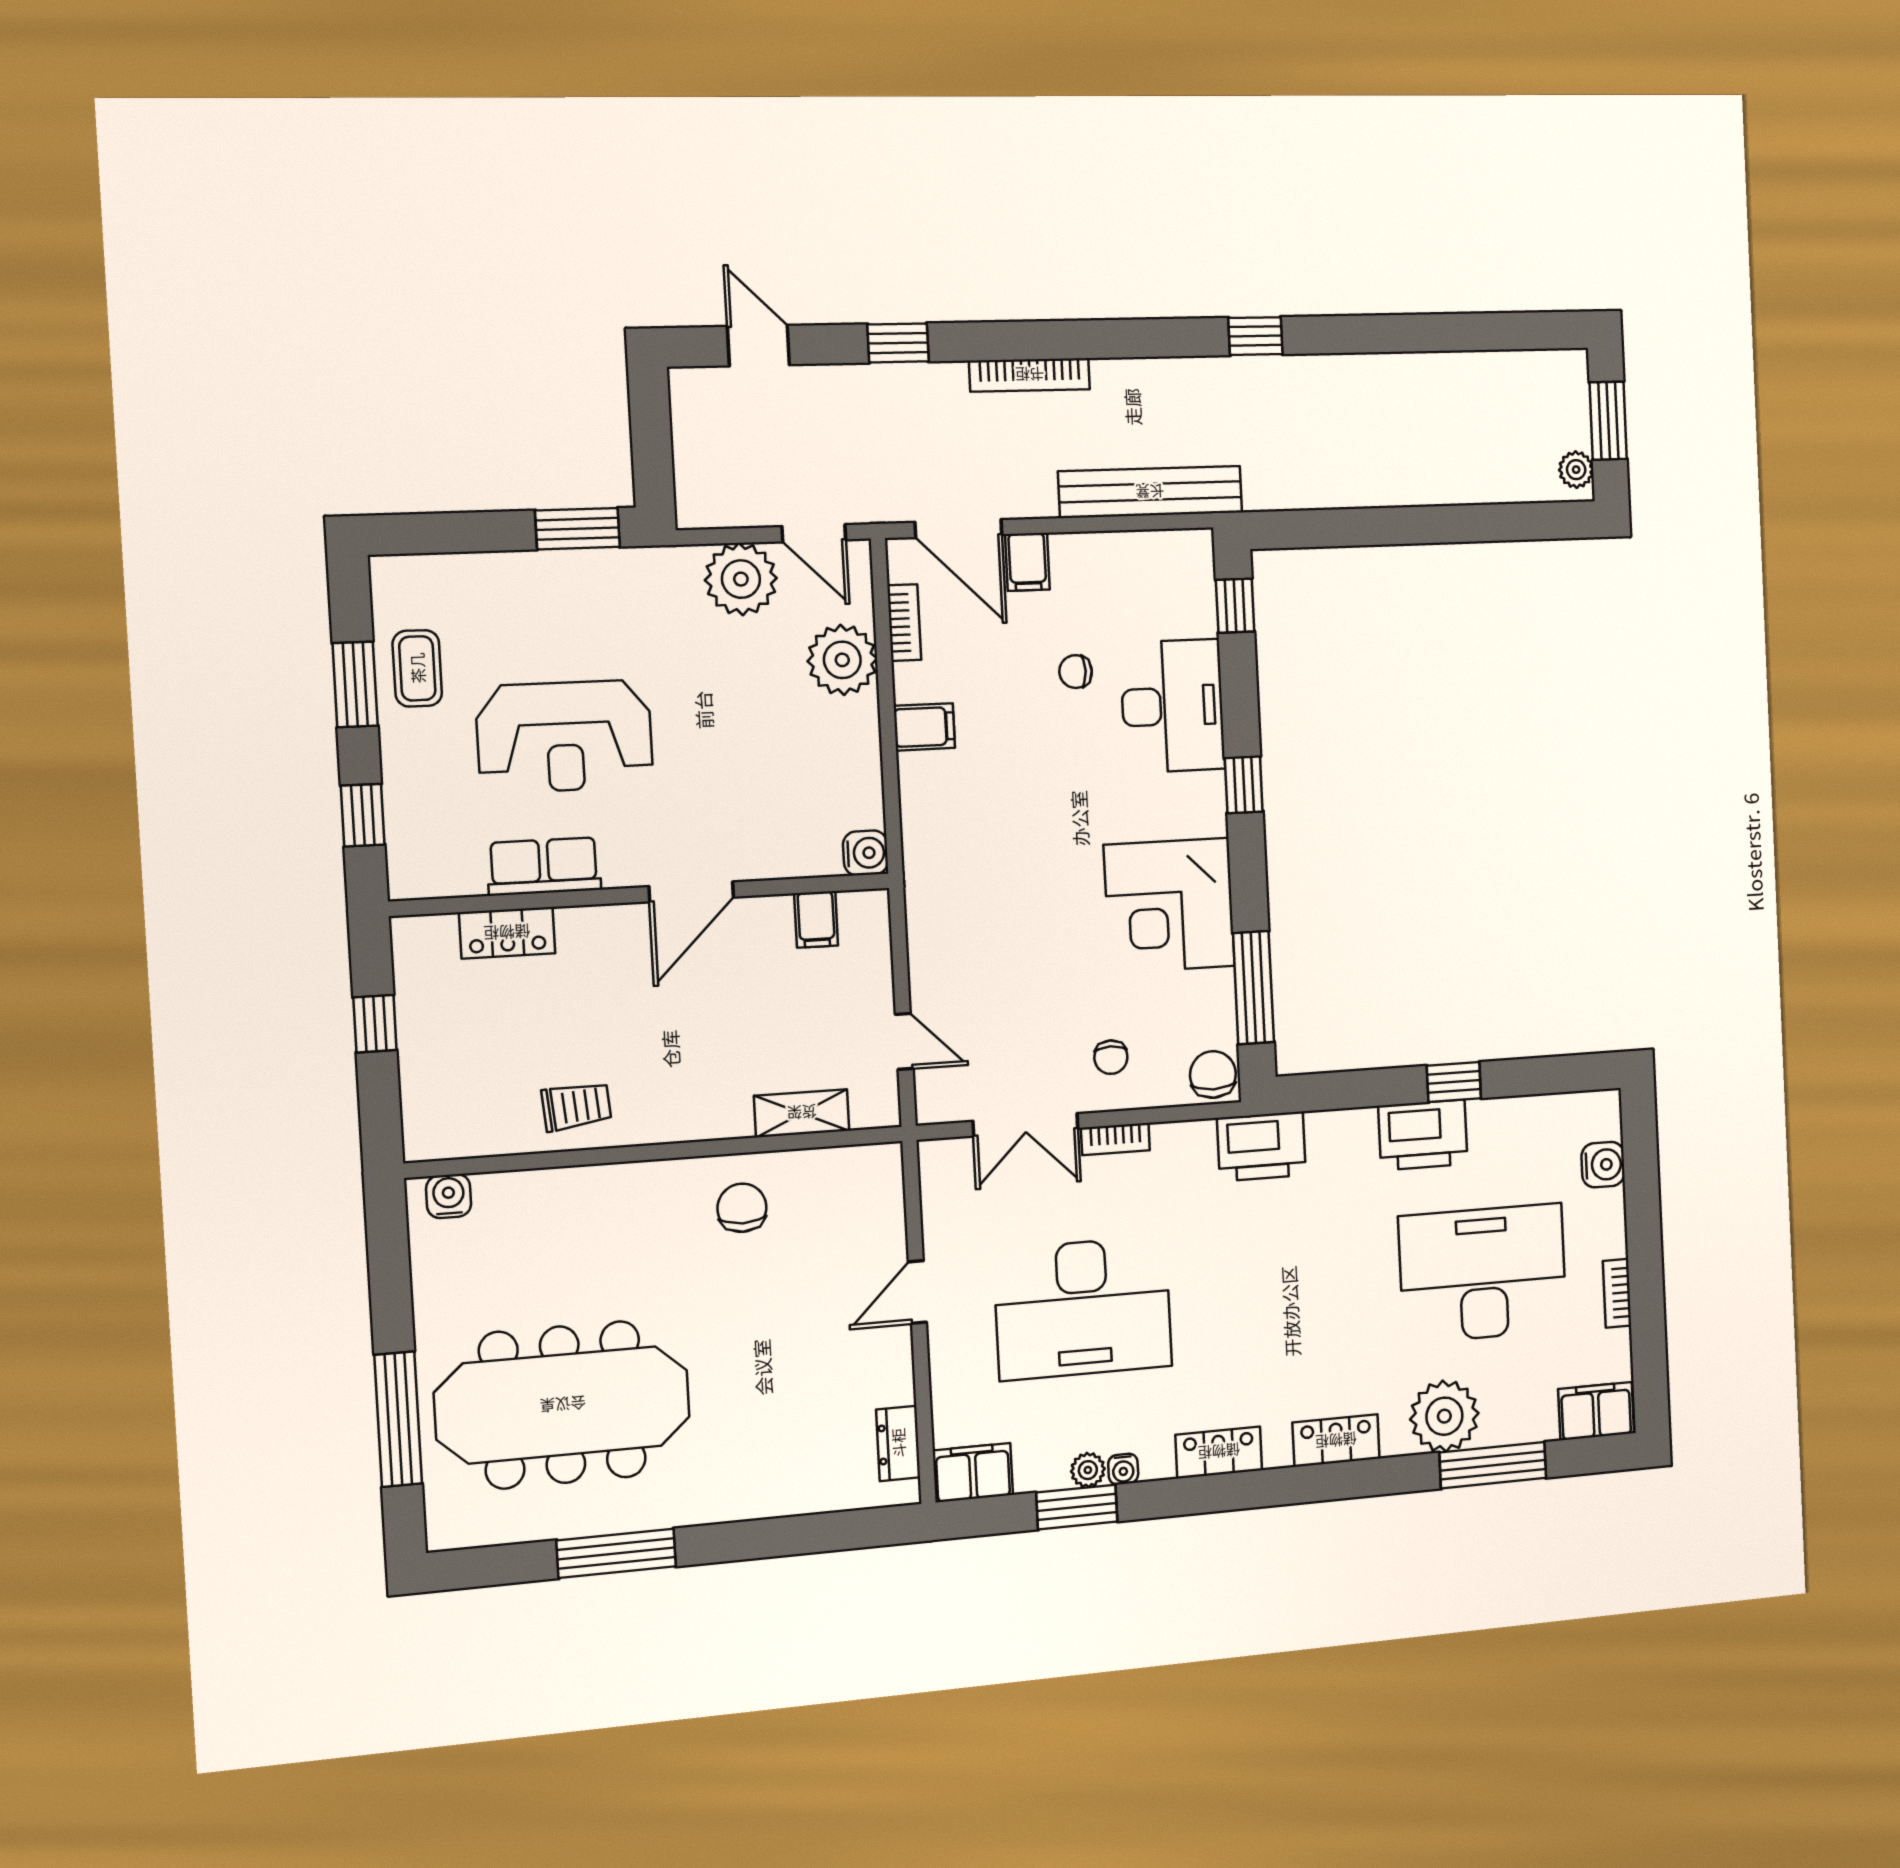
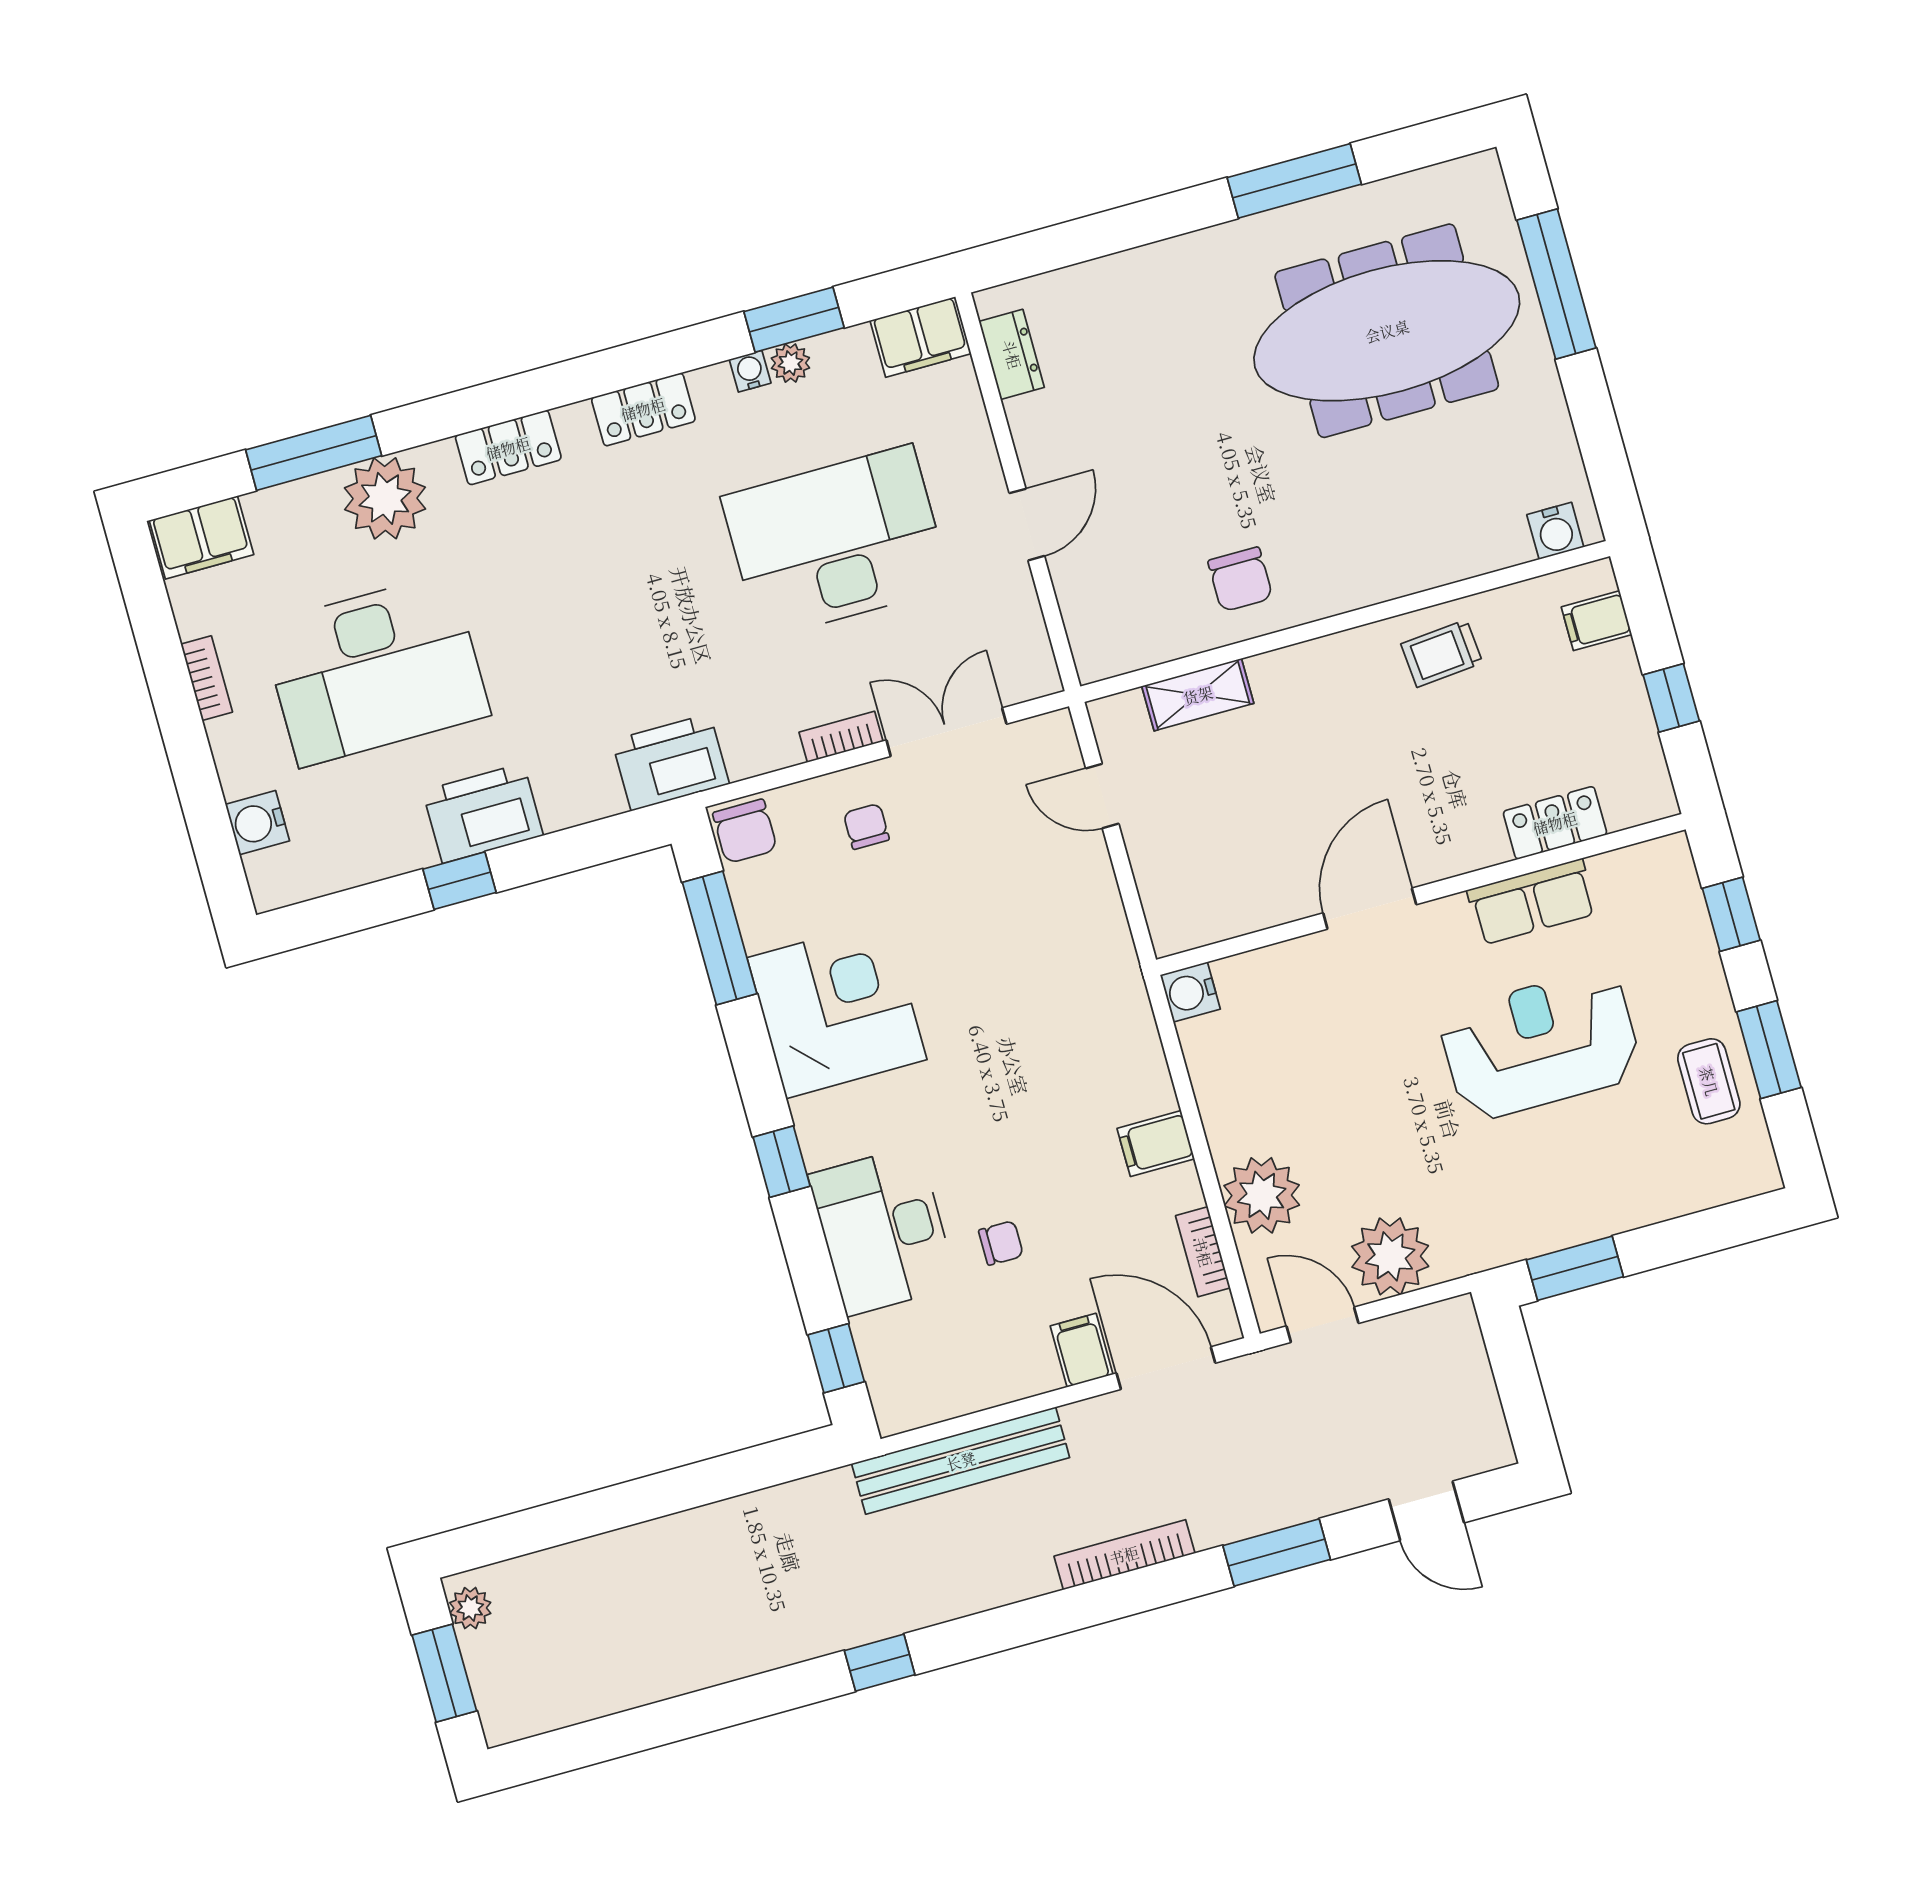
window: (898, 343) -> (1277, 1552), width x1.50
filing cabinet: (816, 919) -> (1597, 621), moved, turned -90

